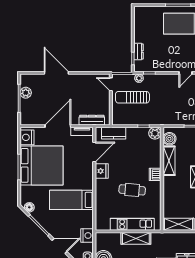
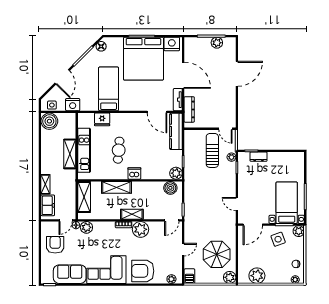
door: (111, 84) -> (225, 129), swing flipped
kitchen counter: (114, 133) -> (176, 131), width x1.50
shelving: (169, 161) -> (116, 187), moved
fridge: (102, 171) -> (102, 119), moved

